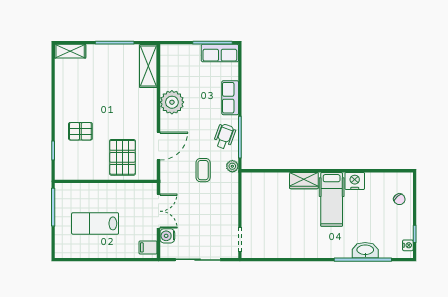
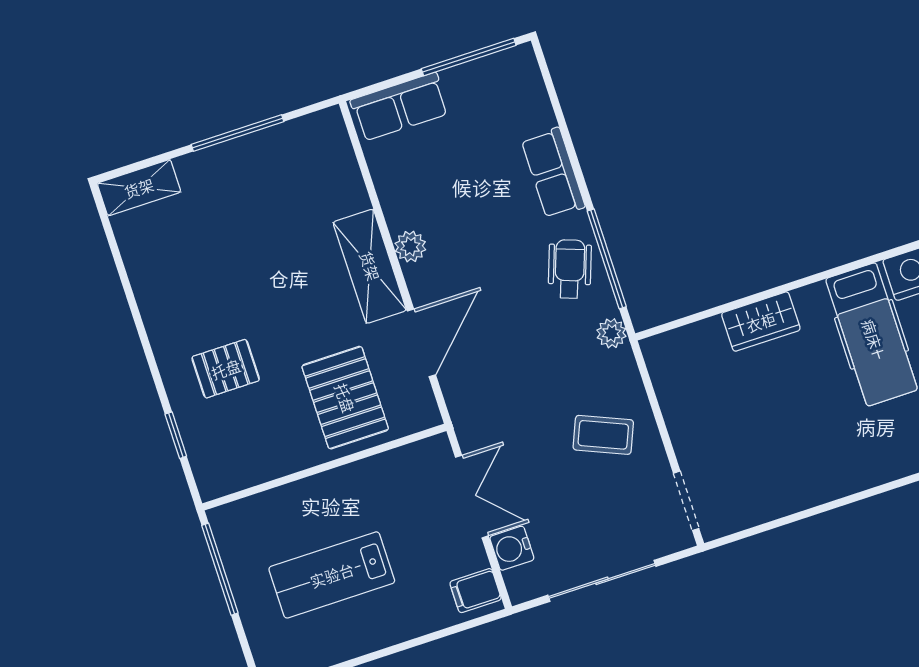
row of seats: (220, 53) -> (400, 107), moved
shelving: (148, 66) -> (370, 266), moved
plant: (172, 102) -> (410, 246), width x0.53, depth x0.53
coffee table: (203, 170) -> (603, 435), moved, turned -67
wardrobe: (304, 181) -> (761, 322), moved

